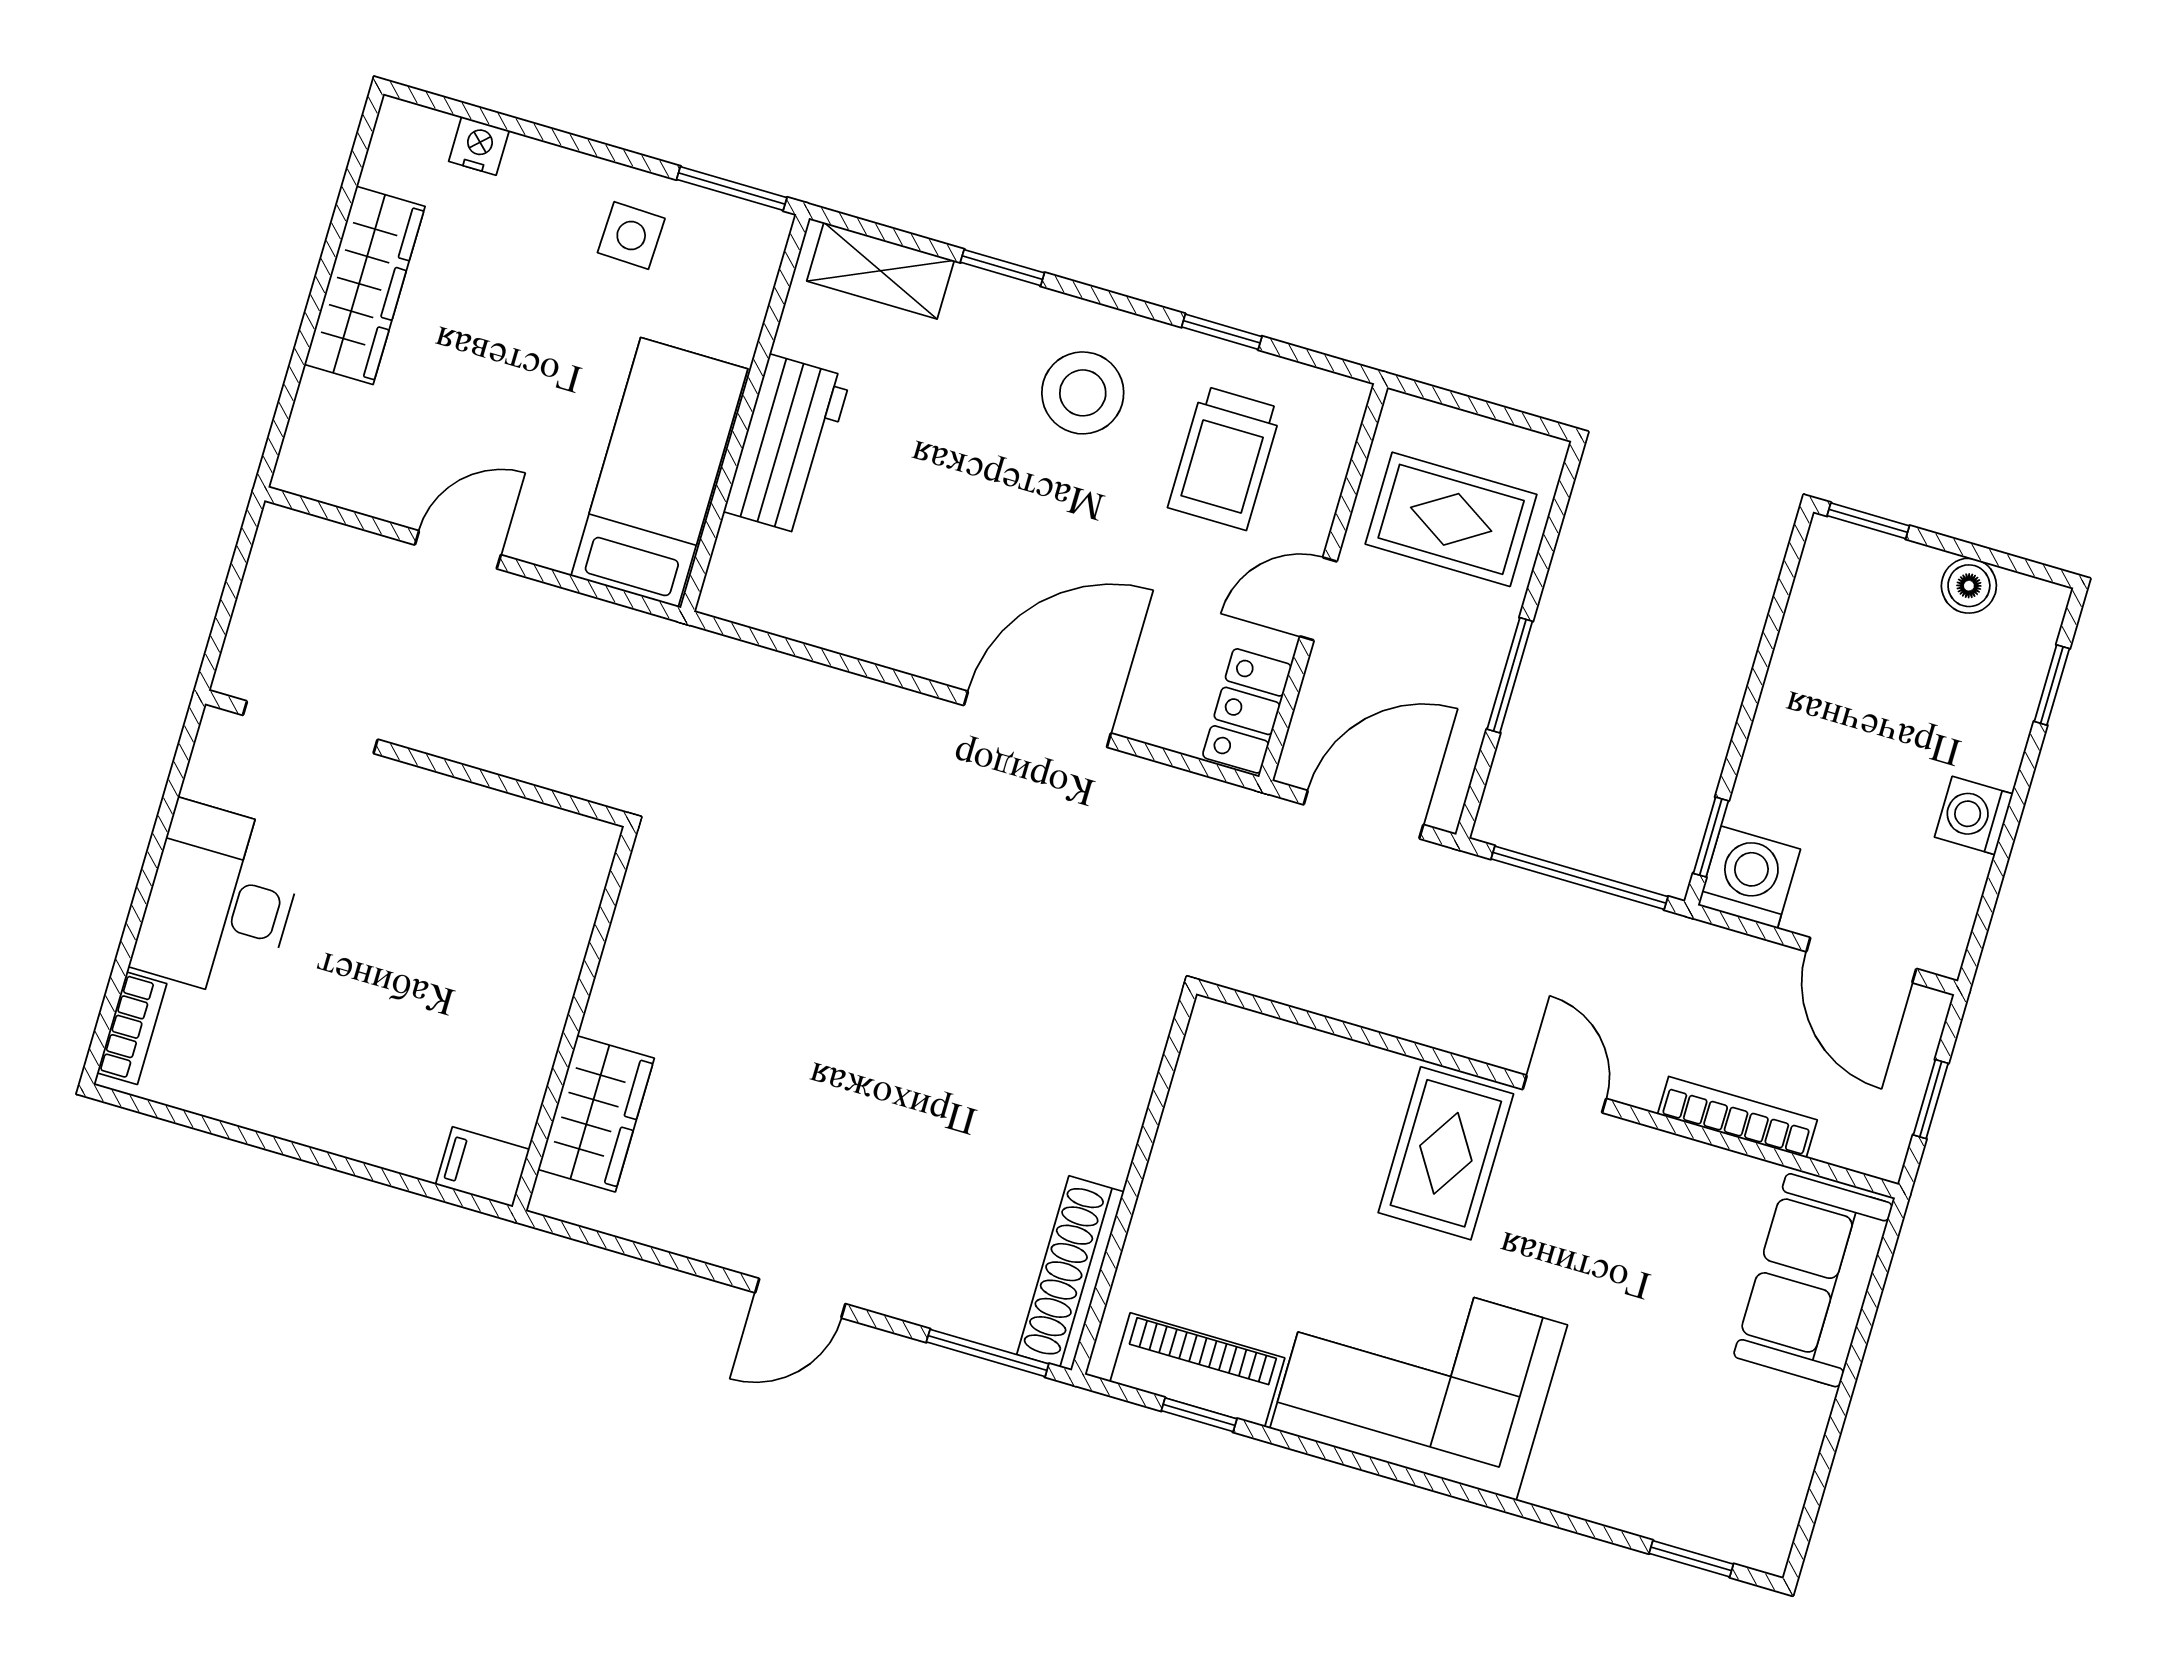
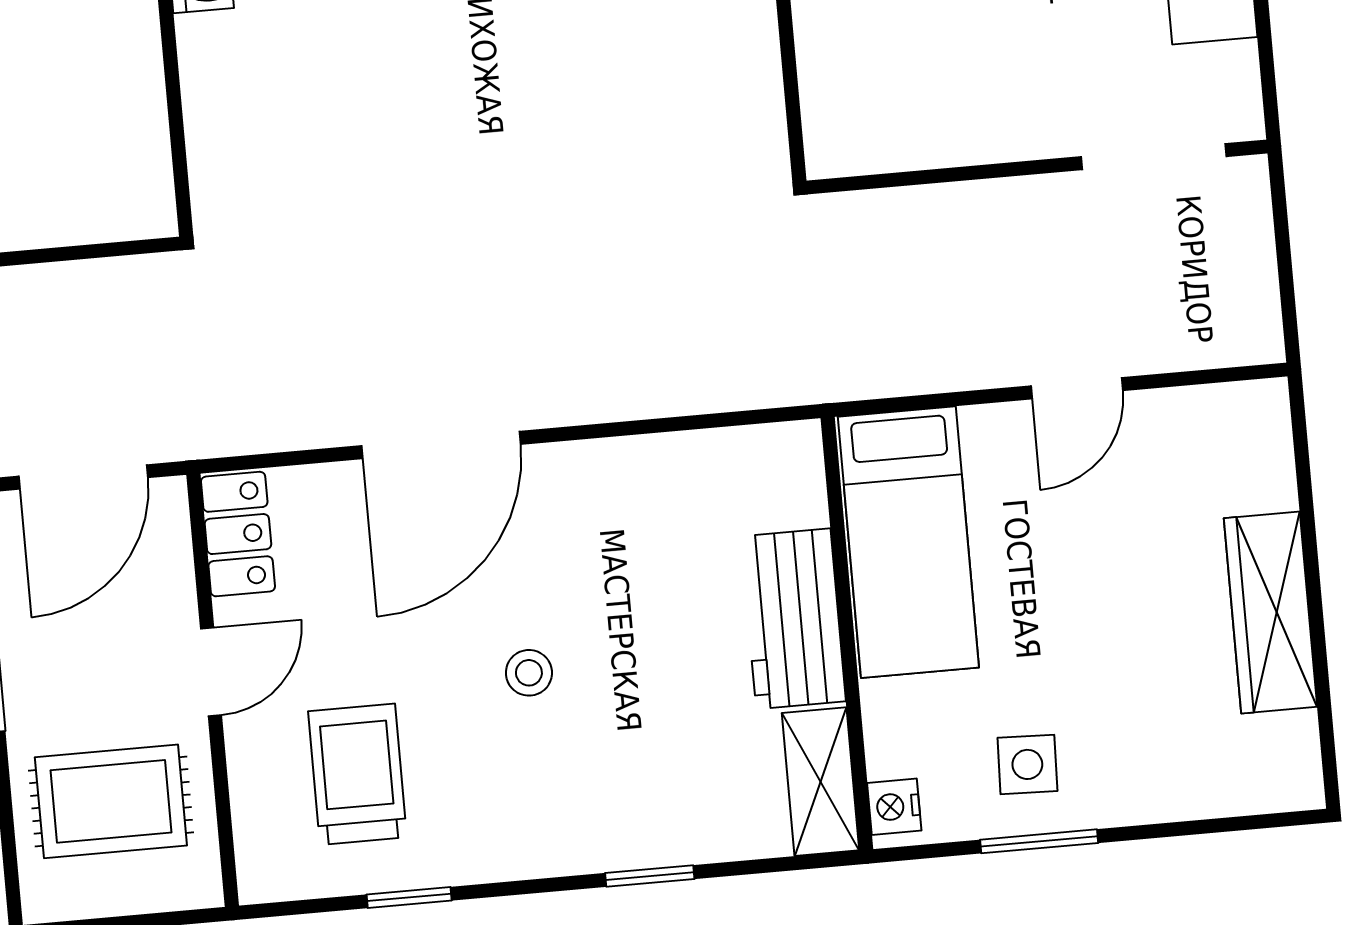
nightstand: (479, 146) -> (894, 807), moved, turned 90
window: (732, 188) -> (1039, 841), moved
shelving: (881, 271) -> (821, 782), moved, turned 90
stool: (1083, 393) -> (529, 673), moved, width x0.53, depth x0.53

